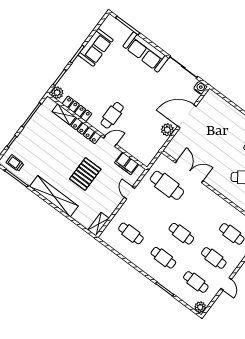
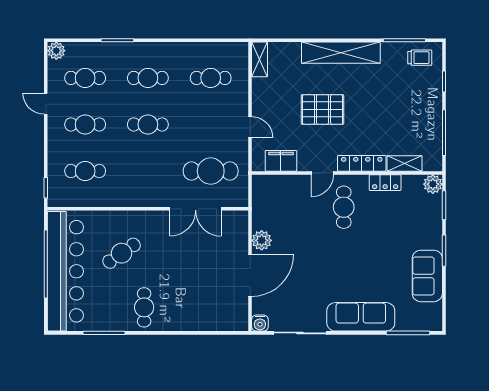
locker: (77, 109) -> (385, 183), width x0.66
pallet: (85, 174) -> (323, 109), turned 90

